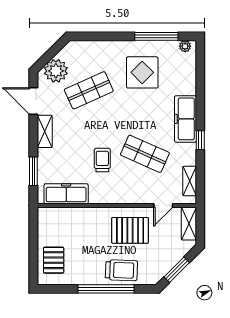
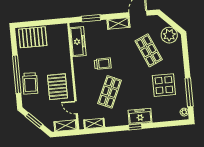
plant: (56, 71) -> (169, 35), moved
freezer: (185, 119) -> (140, 116), width x0.71
window: (200, 140) -> (135, 127), moved
pallet: (54, 260) -> (33, 37), width x1.50, depth x1.42

